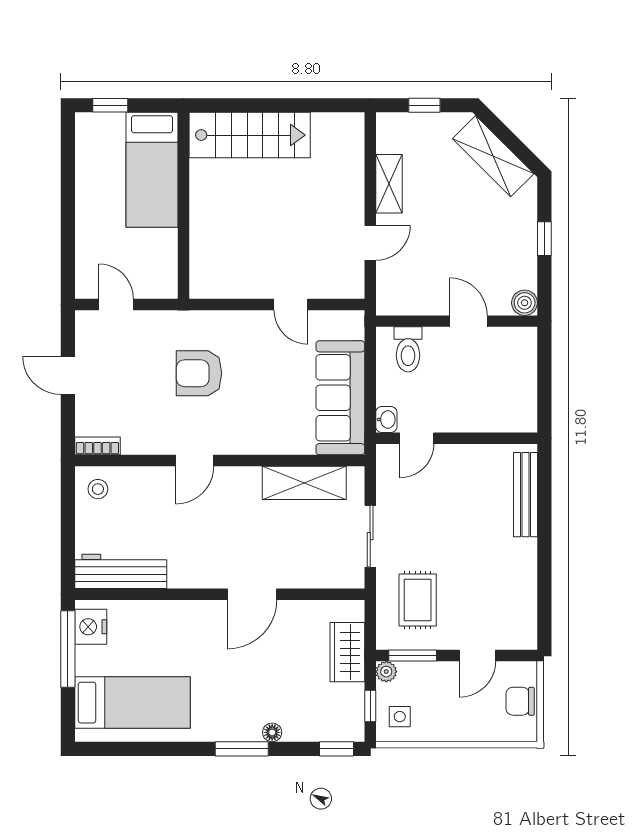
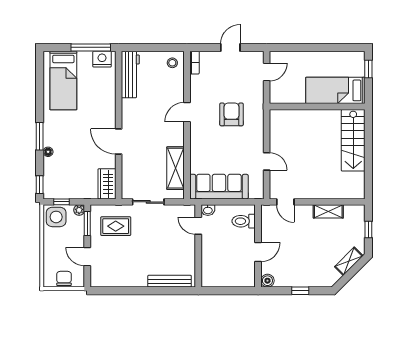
shelving: (493, 156) -> (349, 261), width x0.67, depth x0.75
door: (370, 243) -> (285, 202), moved
door: (291, 304) -> (267, 161), swing flipped
door: (195, 460) -> (187, 112), hinge flipped
wardrobe: (347, 652) -> (107, 184), moved, turned -90
side table: (400, 717) -> (56, 217), width x1.87, depth x1.87

